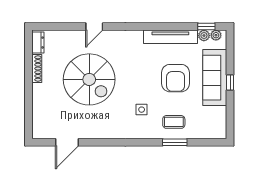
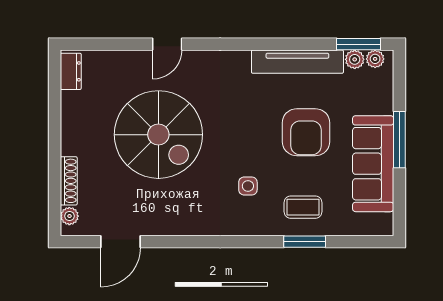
window: (206, 27) -> (359, 44), width x1.50
shoe rack: (37, 69) -> (69, 181), moved
sofa: (215, 78) -> (373, 164), moved
window: (230, 82) -> (399, 140), width x2.17
plant: (37, 127) -> (69, 216), added

